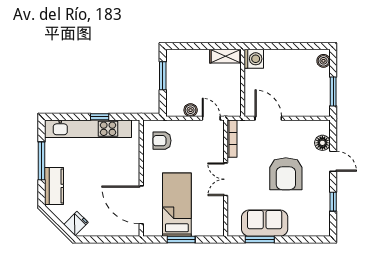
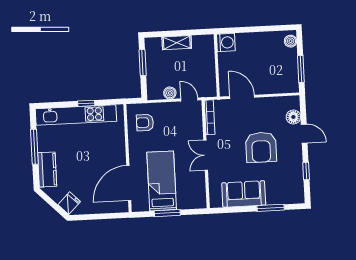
shelving: (225, 56) -> (177, 43), moved
door: (141, 205) -> (129, 183), hinge flipped
window: (260, 240) -> (271, 208), moved

